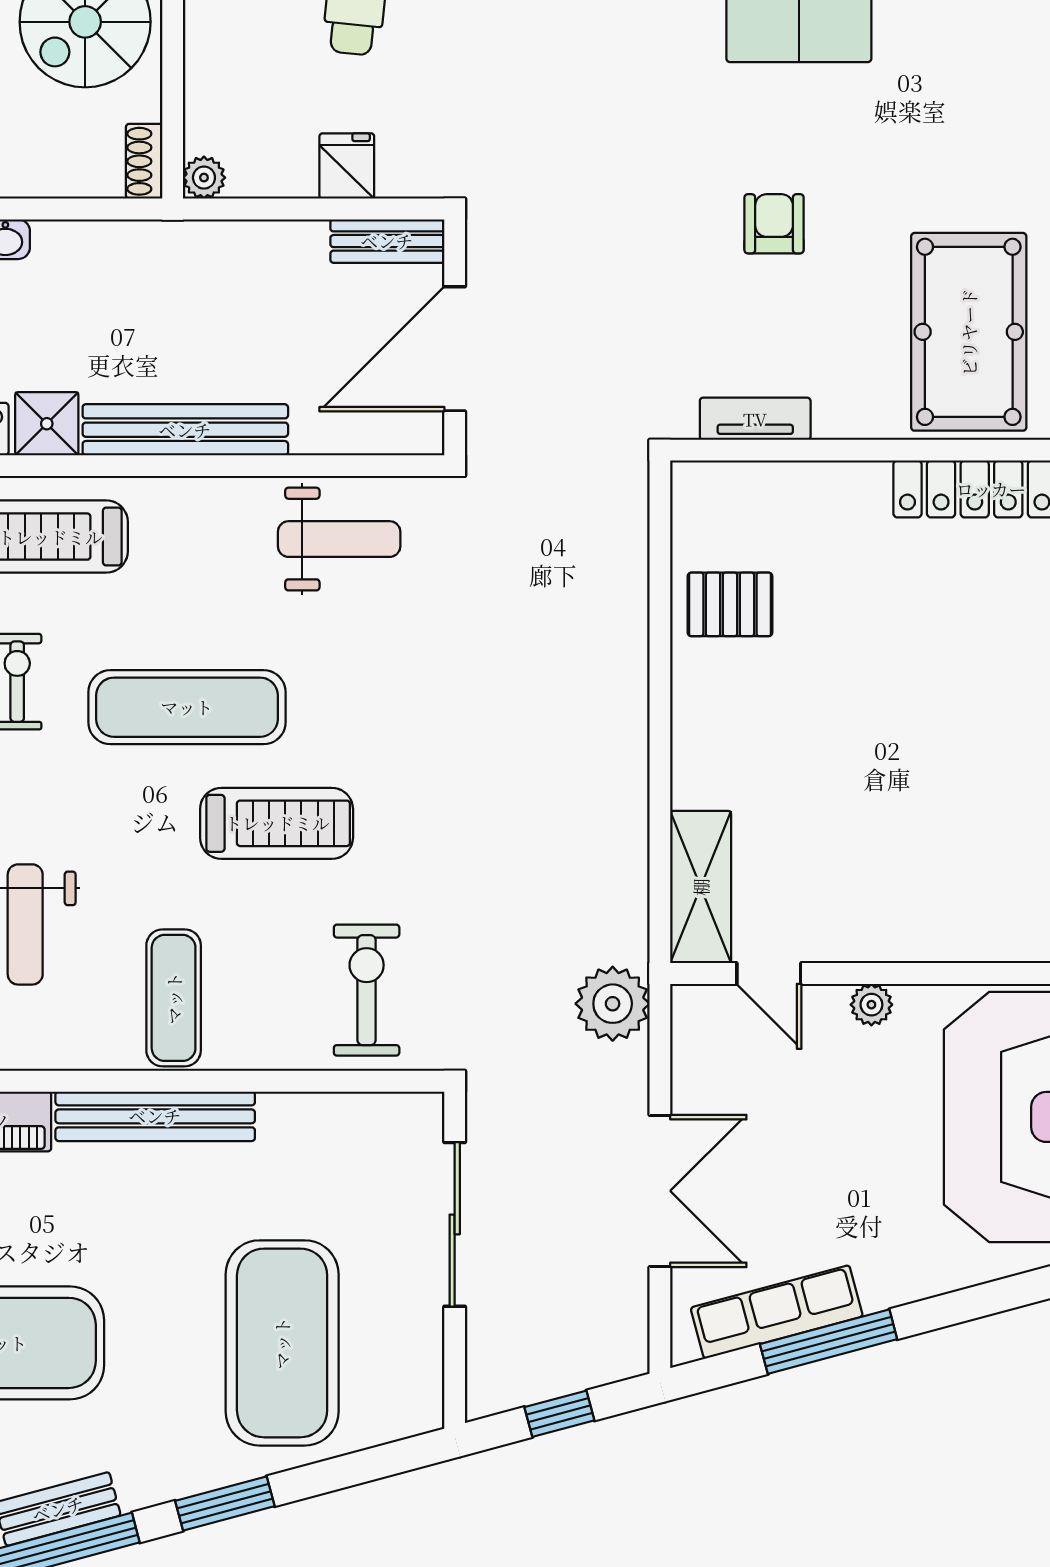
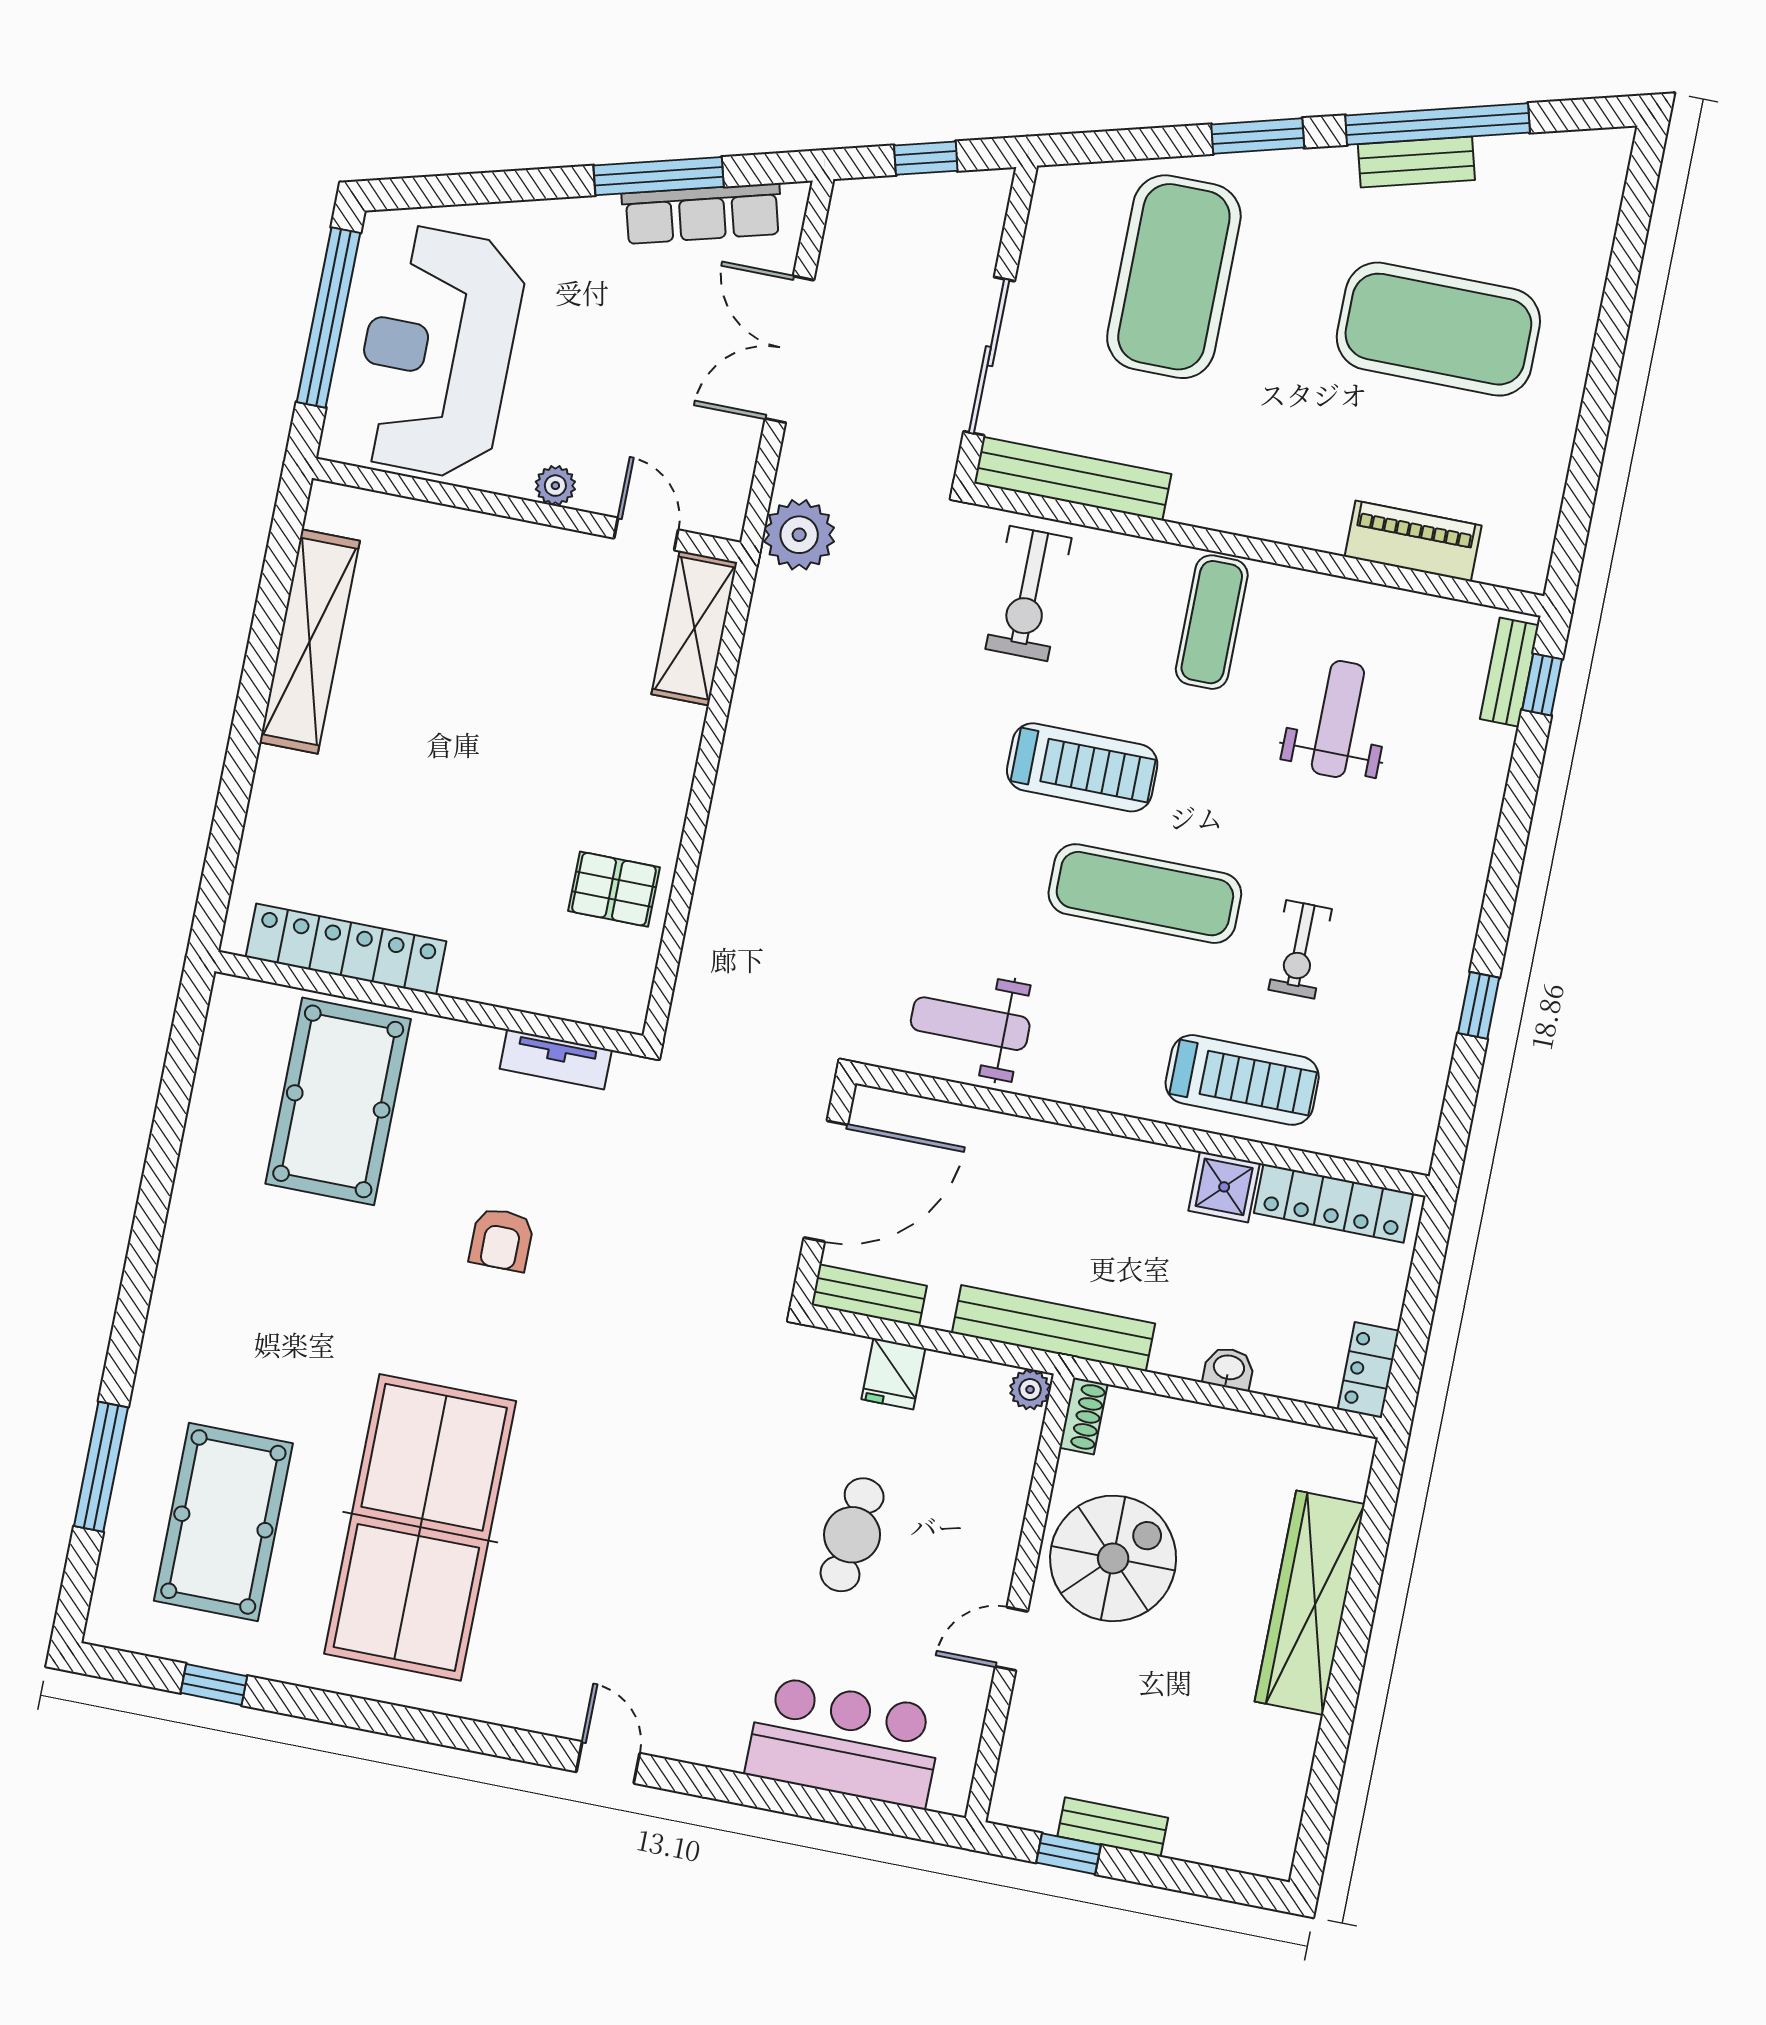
bench: (185, 430) -> (1053, 1328), moved
treadmill: (277, 823) -> (1082, 767), turned 180
bench: (155, 1116) -> (1073, 479), moved

